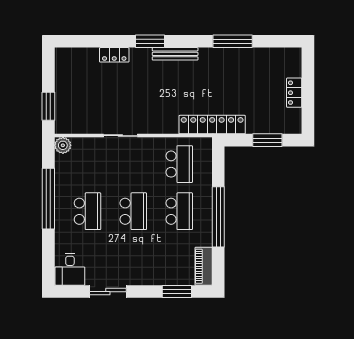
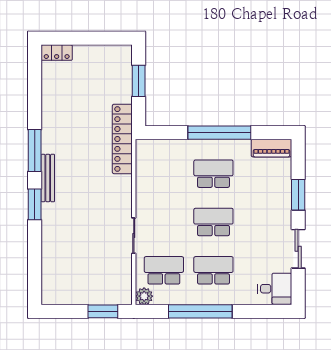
window: (233, 41) -> (35, 151), moved
locker: (114, 55) -> (49, 242), removed
locker: (294, 93) -> (57, 53), moved
school desk: (179, 164) -> (164, 270), moved
window: (177, 292) -> (298, 195), moved

